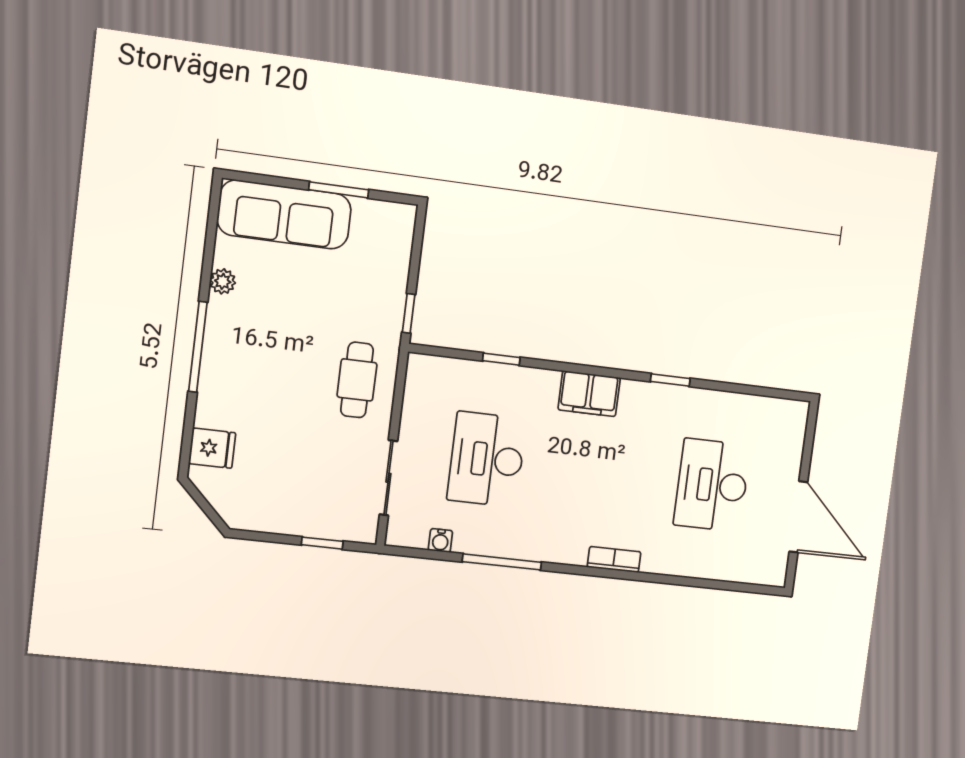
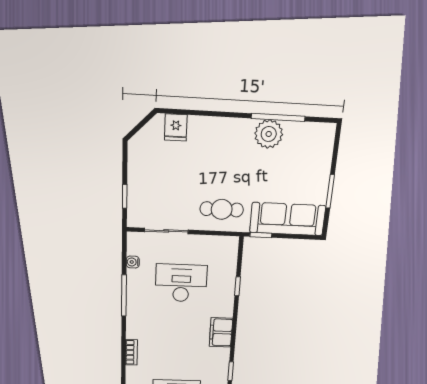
sofa: (284, 214) -> (288, 219), moved, turned 90
plant: (223, 281) -> (269, 134), width x1.88, depth x1.88
window: (198, 347) -> (278, 117), moved

